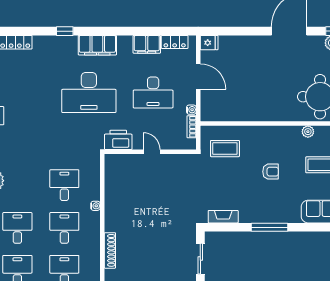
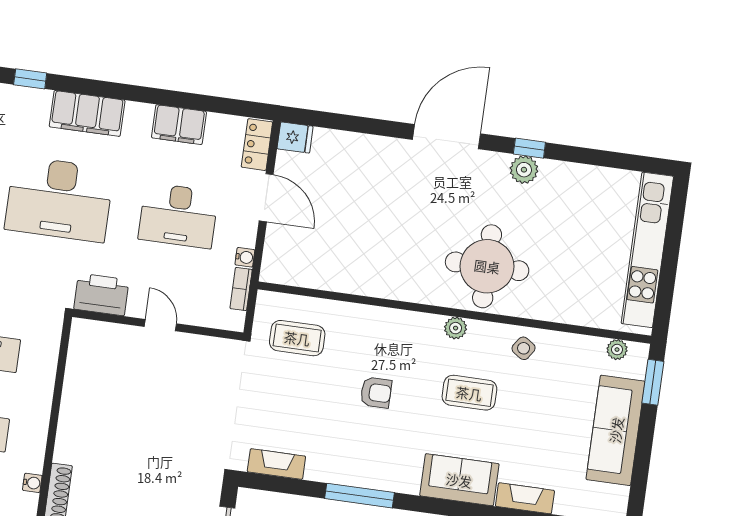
locker: (175, 42) -> (257, 145), moved, turned 90
water cooler: (95, 206) -> (32, 483), moved

